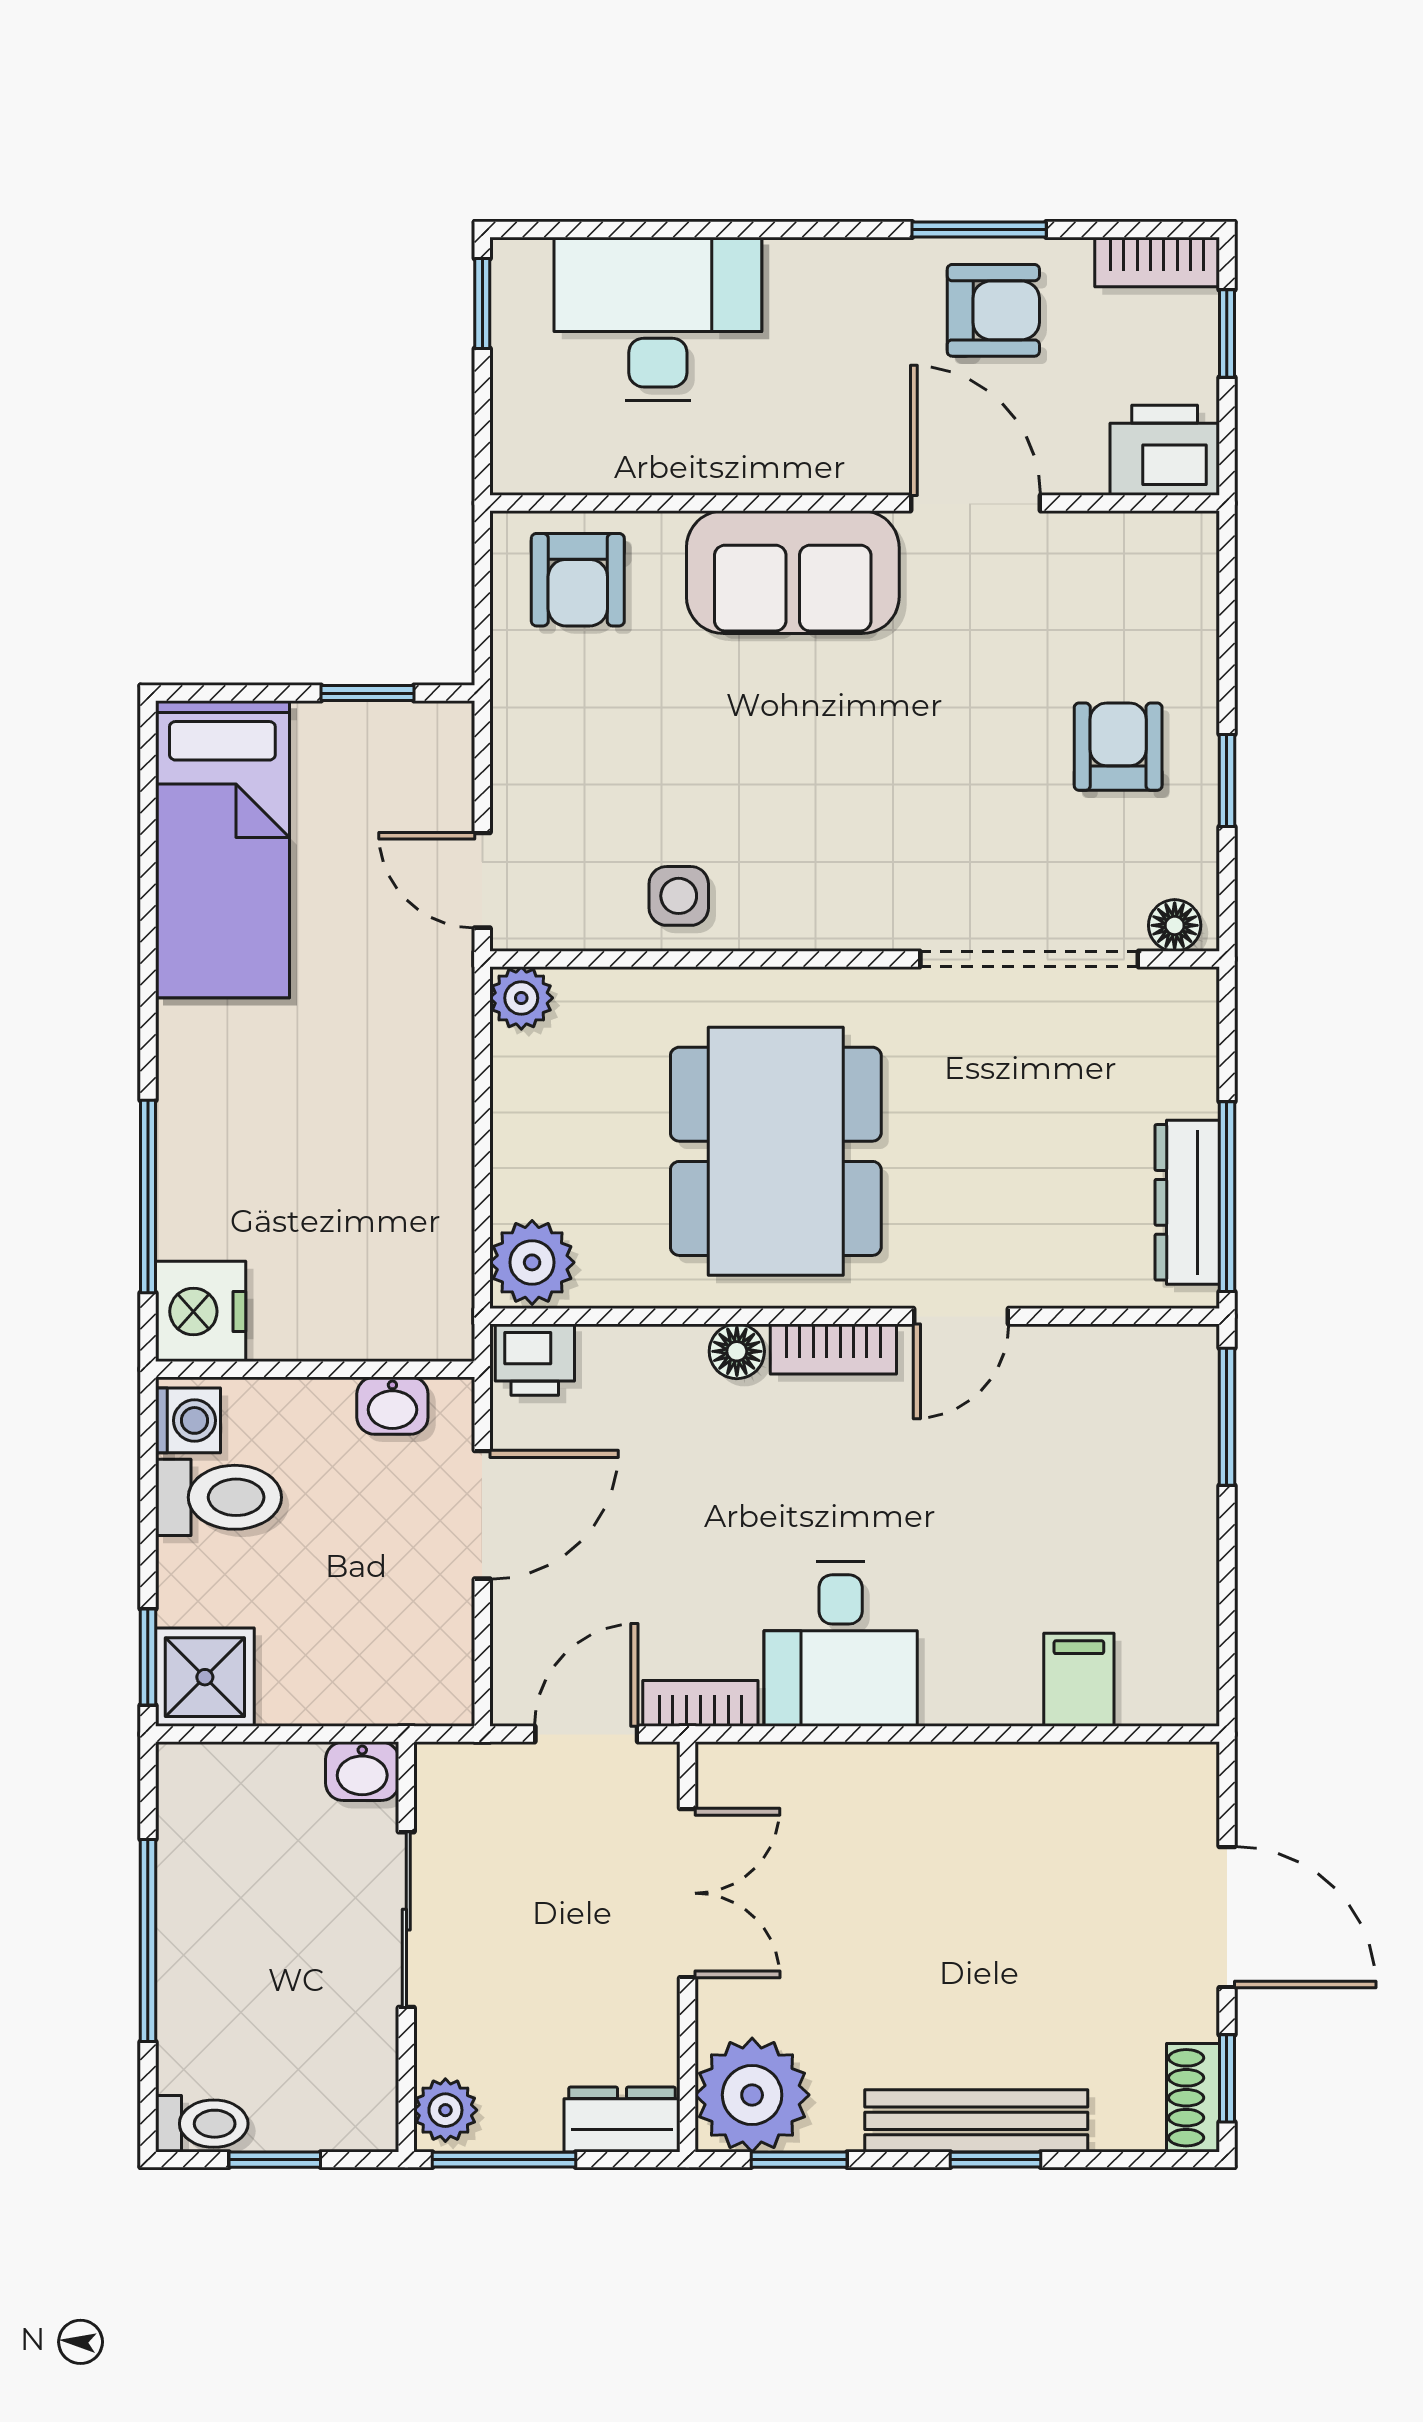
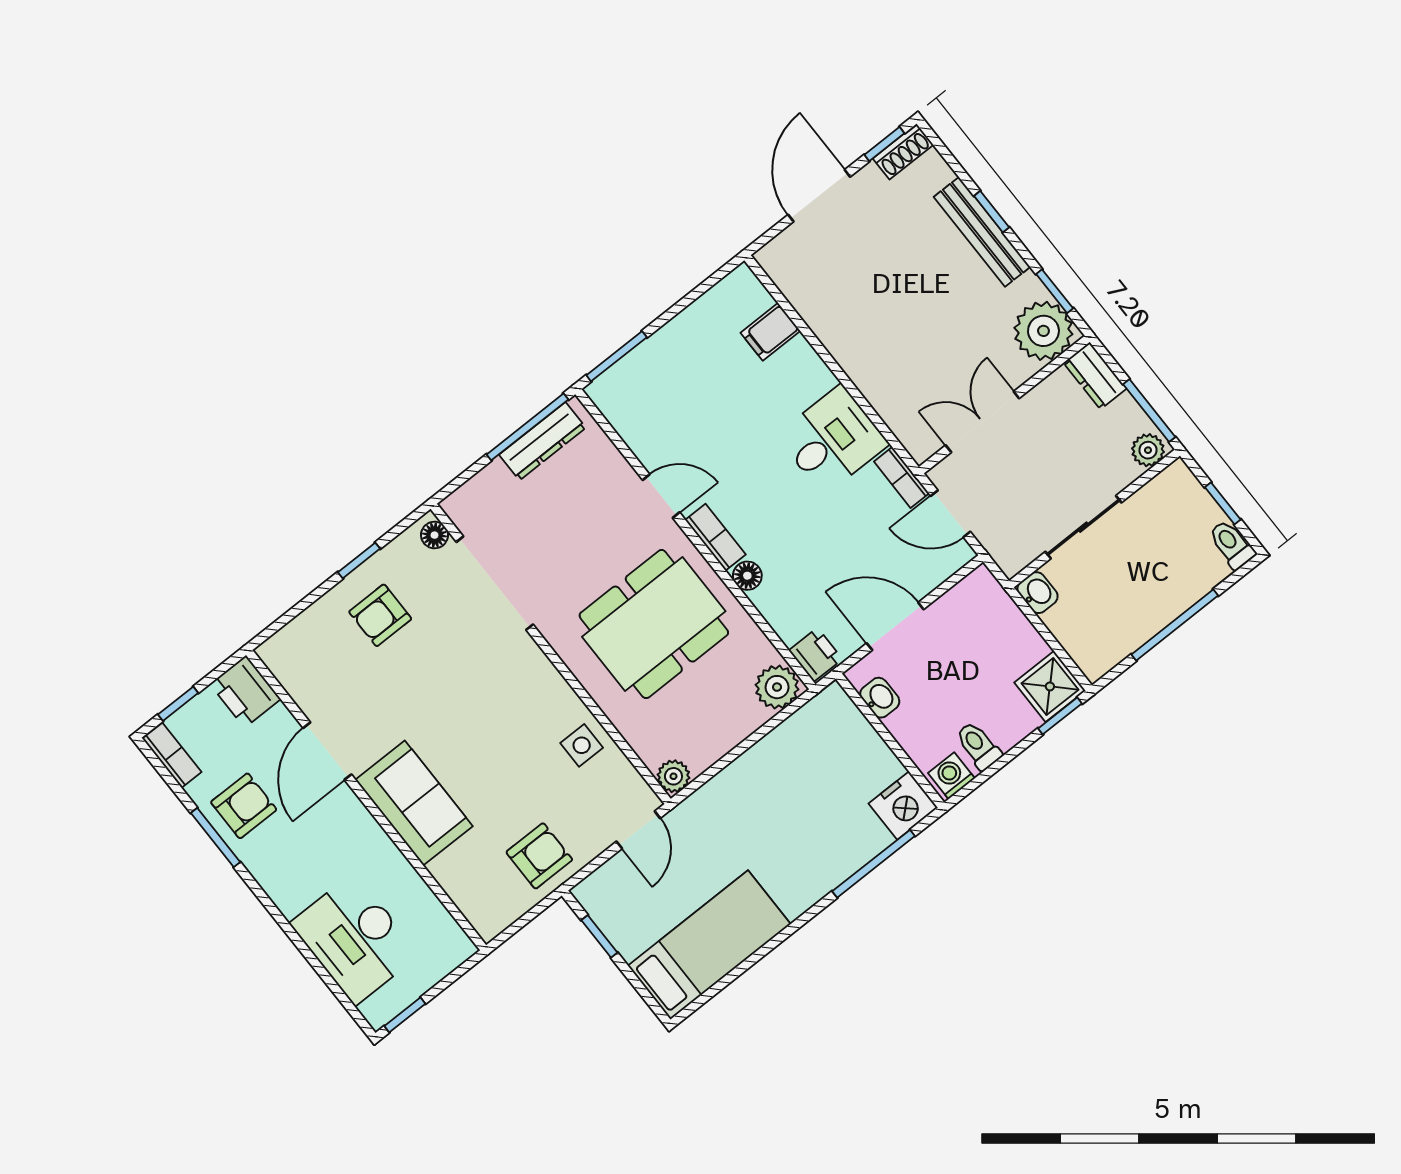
armchair: (993, 310) -> (244, 806), turned 90
armchair: (578, 580) -> (539, 856), moved
toilet: (218, 1497) -> (978, 746), width x0.73, depth x0.72

